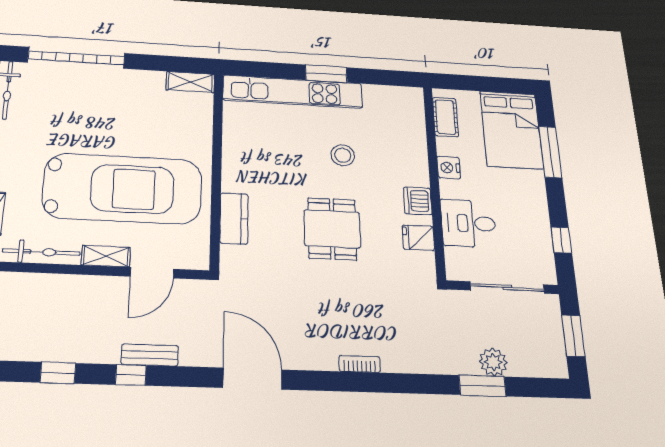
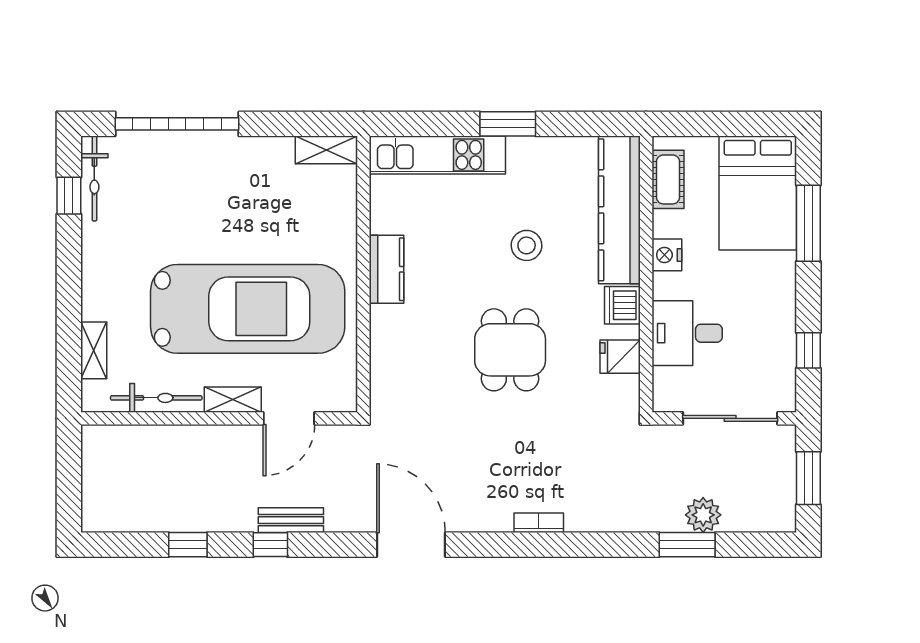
kitchen unit: (293, 92) -> (437, 155), width x0.73
kitchen counter: (411, 135) -> (619, 210), added
kitchen counter: (234, 218) -> (387, 269), moved

